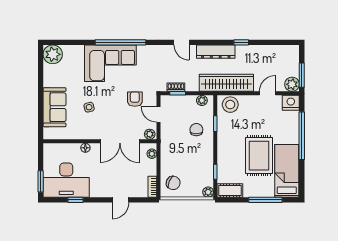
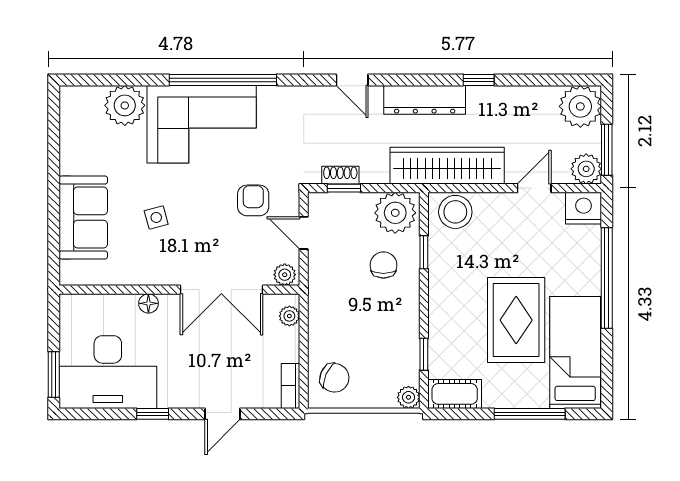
plant: (53, 54) -> (125, 105), moved
plant: (289, 55) -> (580, 106), added
plant: (202, 100) -> (395, 213), width x1.87, depth x1.87
window: (76, 200) -> (153, 414), moved

